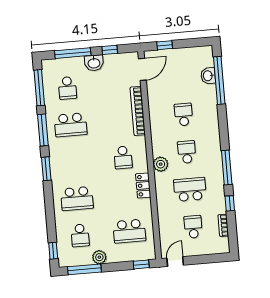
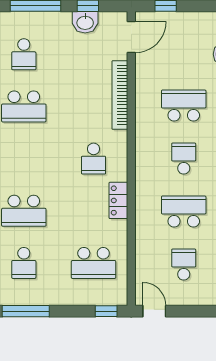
washbasin: (94, 63) -> (85, 22), moved
school desk: (184, 115) -> (184, 106), width x1.85
plant: (161, 164) -> (146, 173), removed
plant: (99, 257) -> (48, 296), removed
door: (175, 262) -> (154, 311), hinge flipped

